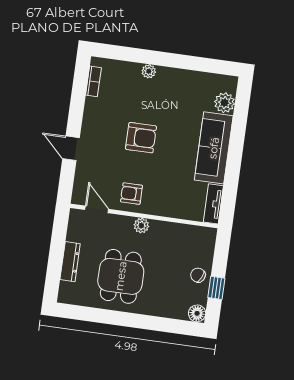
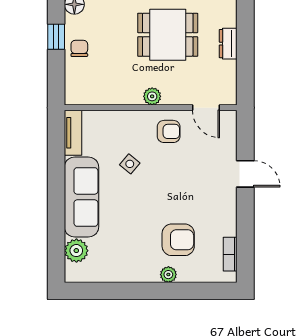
armchair: (141, 138) -> (178, 240), moved, turned 180
side table: (169, 170) -> (130, 164), added
dresser: (70, 262) -> (228, 44), width x0.70
chair: (198, 275) -> (79, 48), turned -117
dining table: (121, 276) -> (168, 35), turned 90

